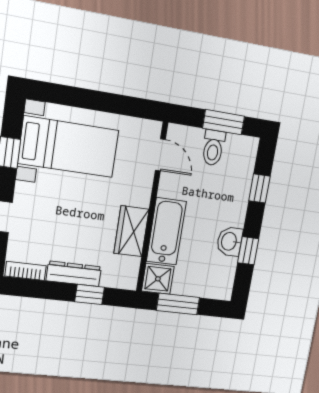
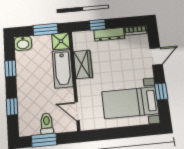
washbasin: (230, 241) -> (23, 43), moved, turned 90

